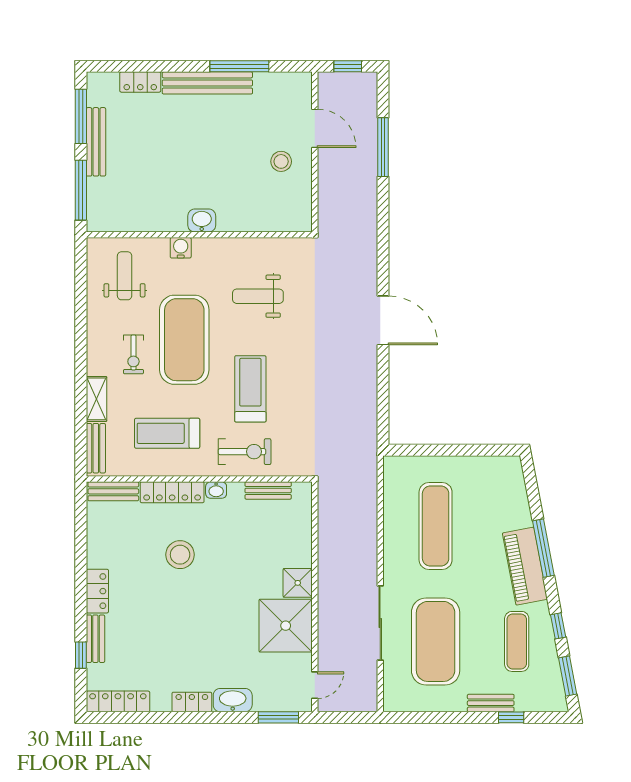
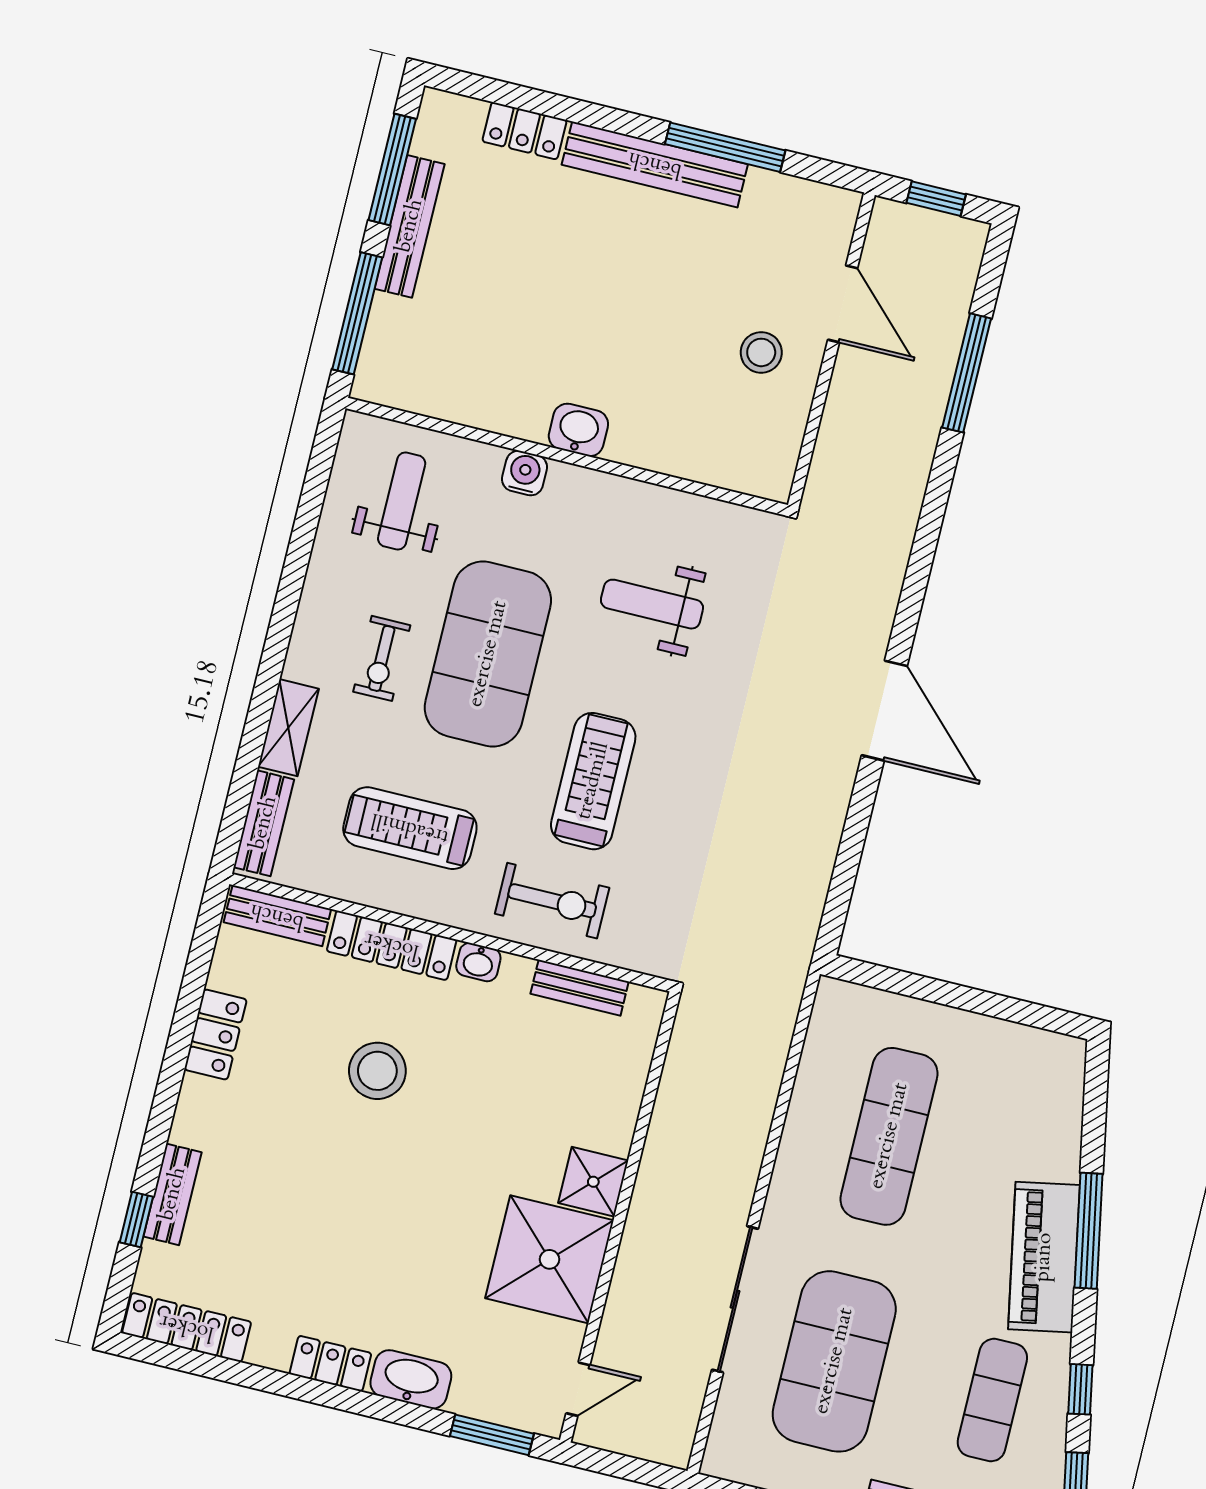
locker: (97, 591) -> (215, 1034), moved

